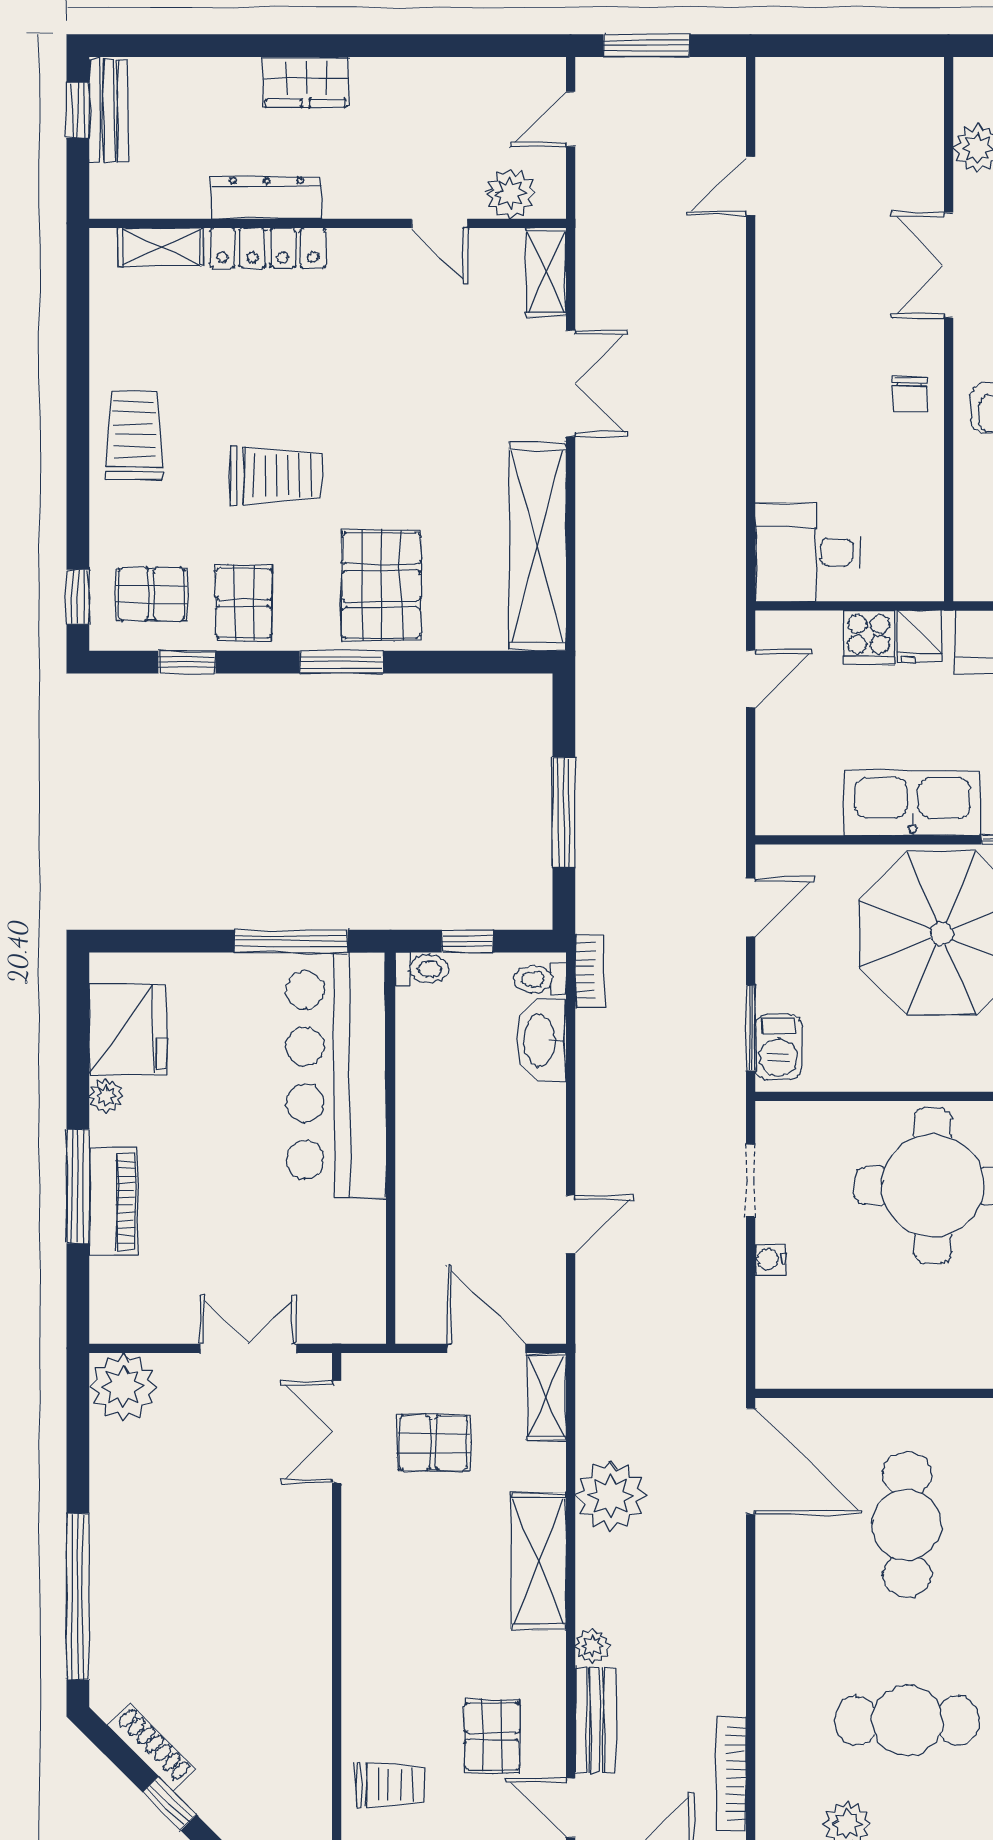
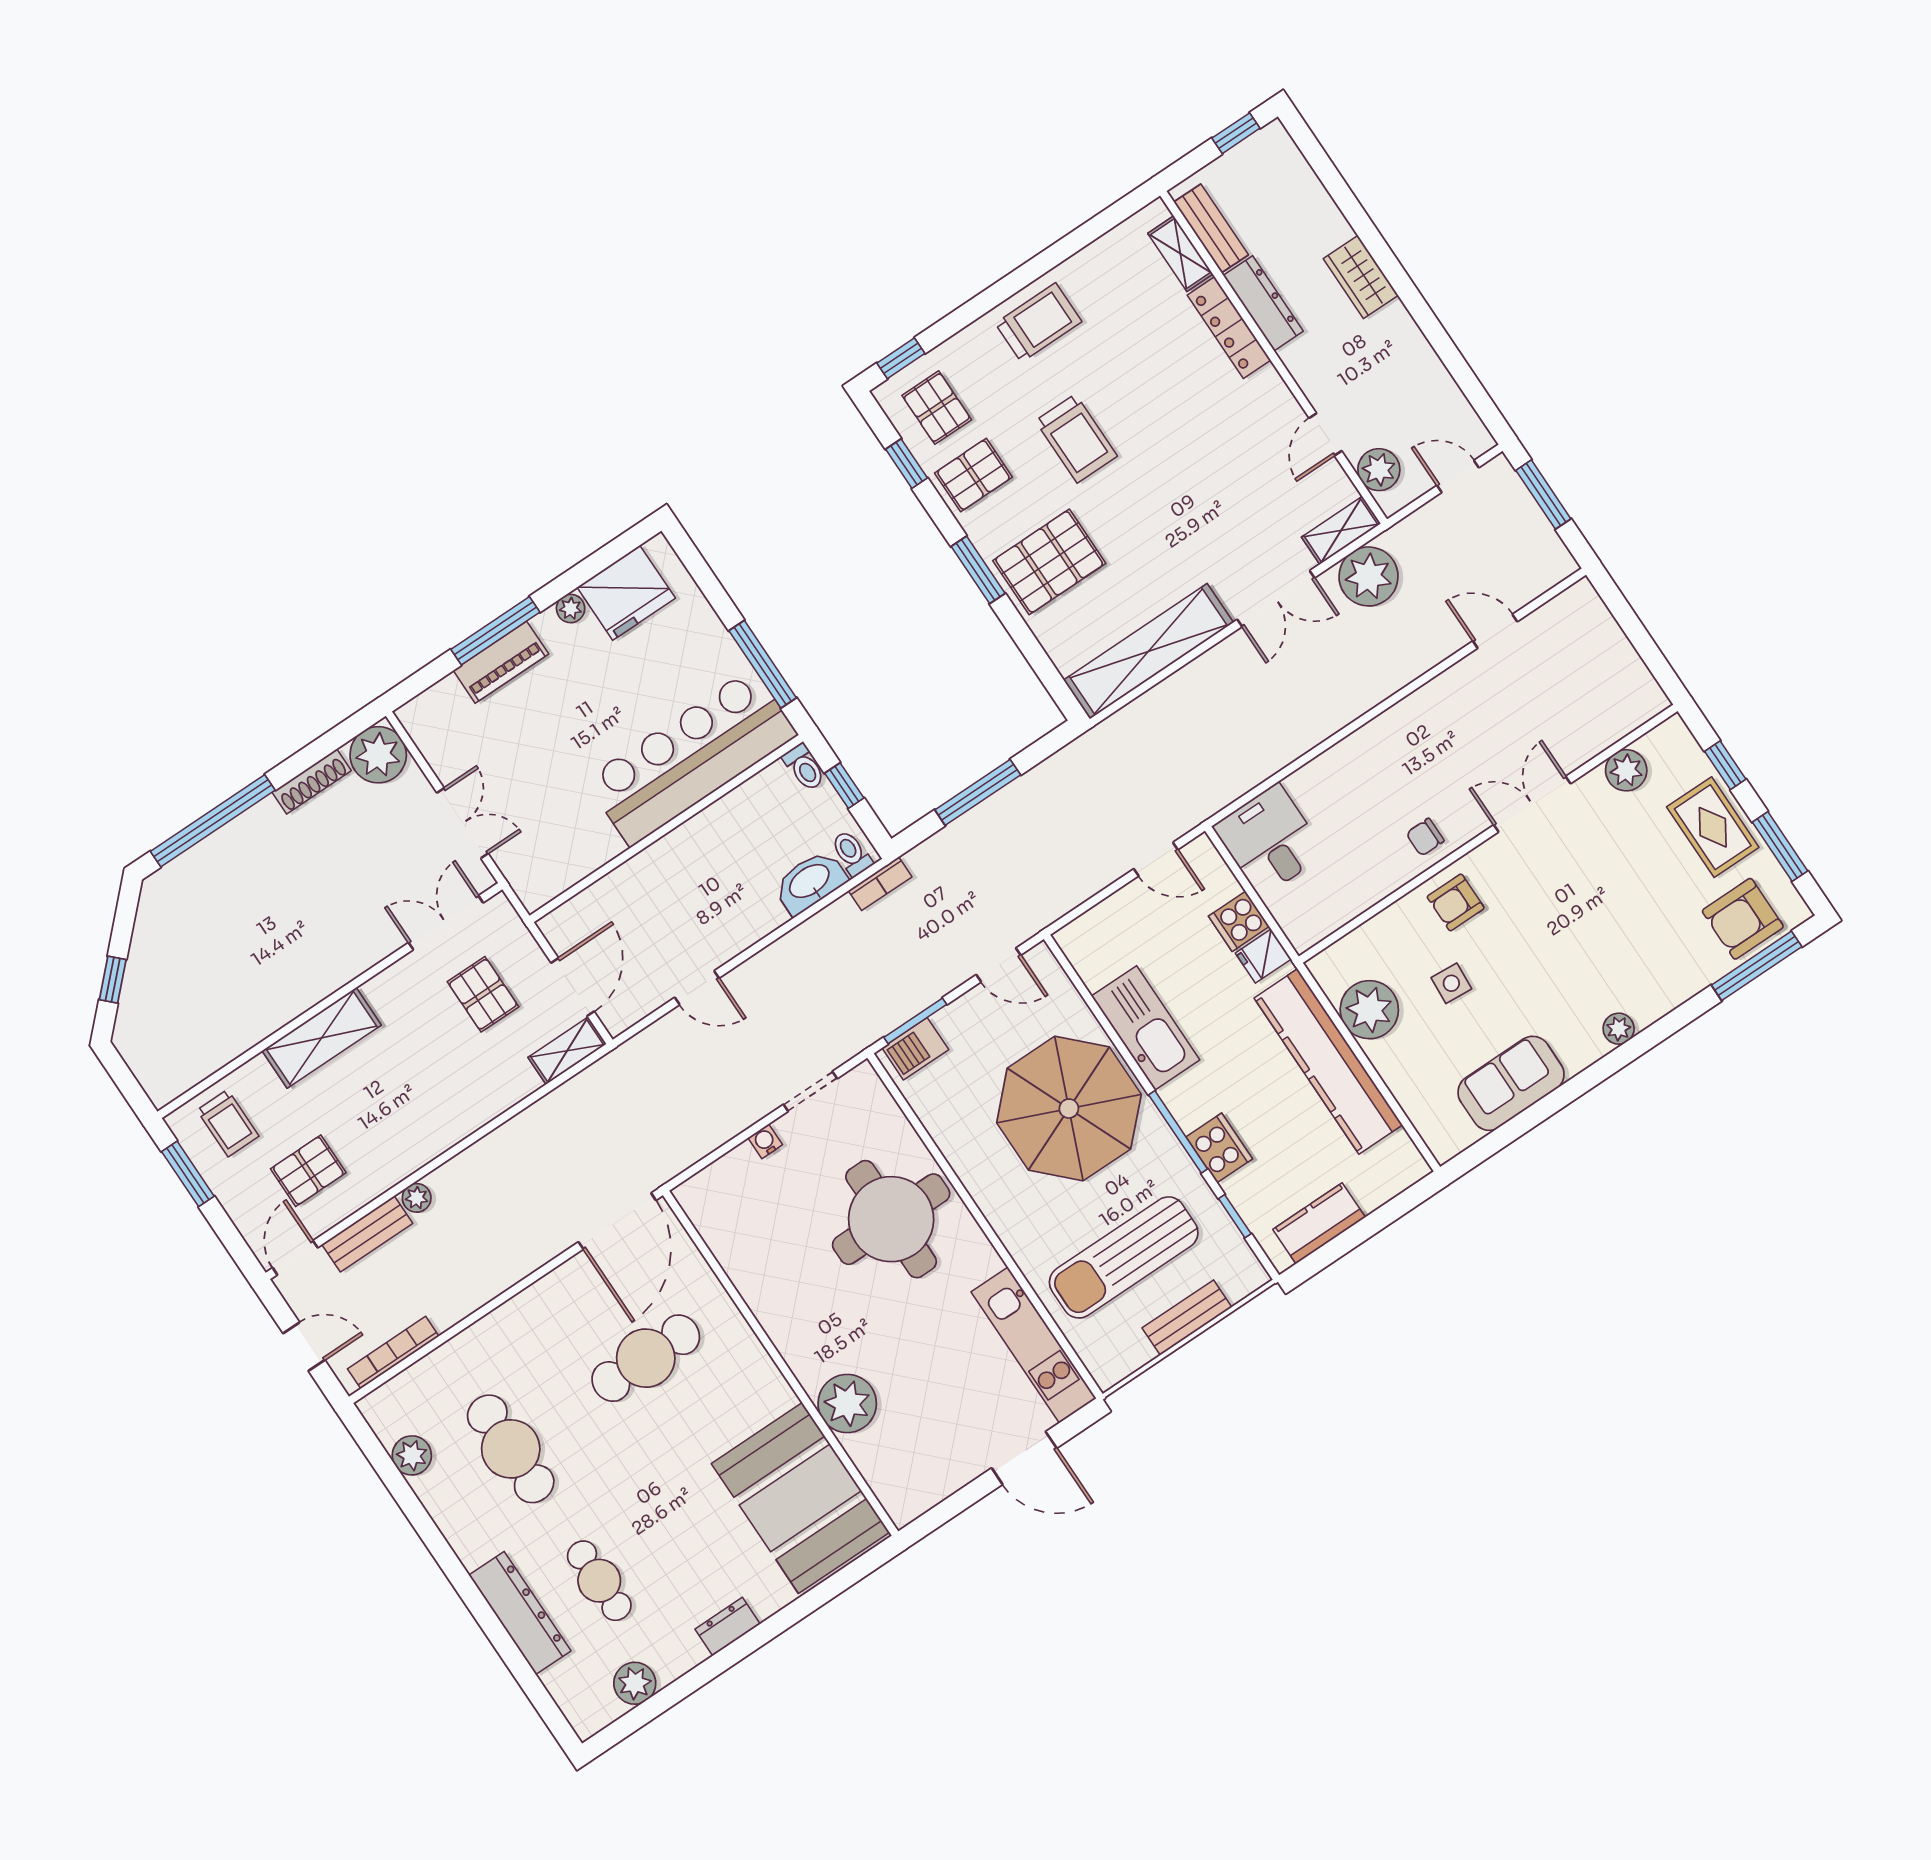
bench: (109, 110) -> (1211, 228), moved, turned 90
plant: (611, 1496) -> (1369, 576), moved
shelving: (539, 1561) -> (322, 1038), moved
shoe rack: (151, 1747) -> (312, 781), moved, turned 45

